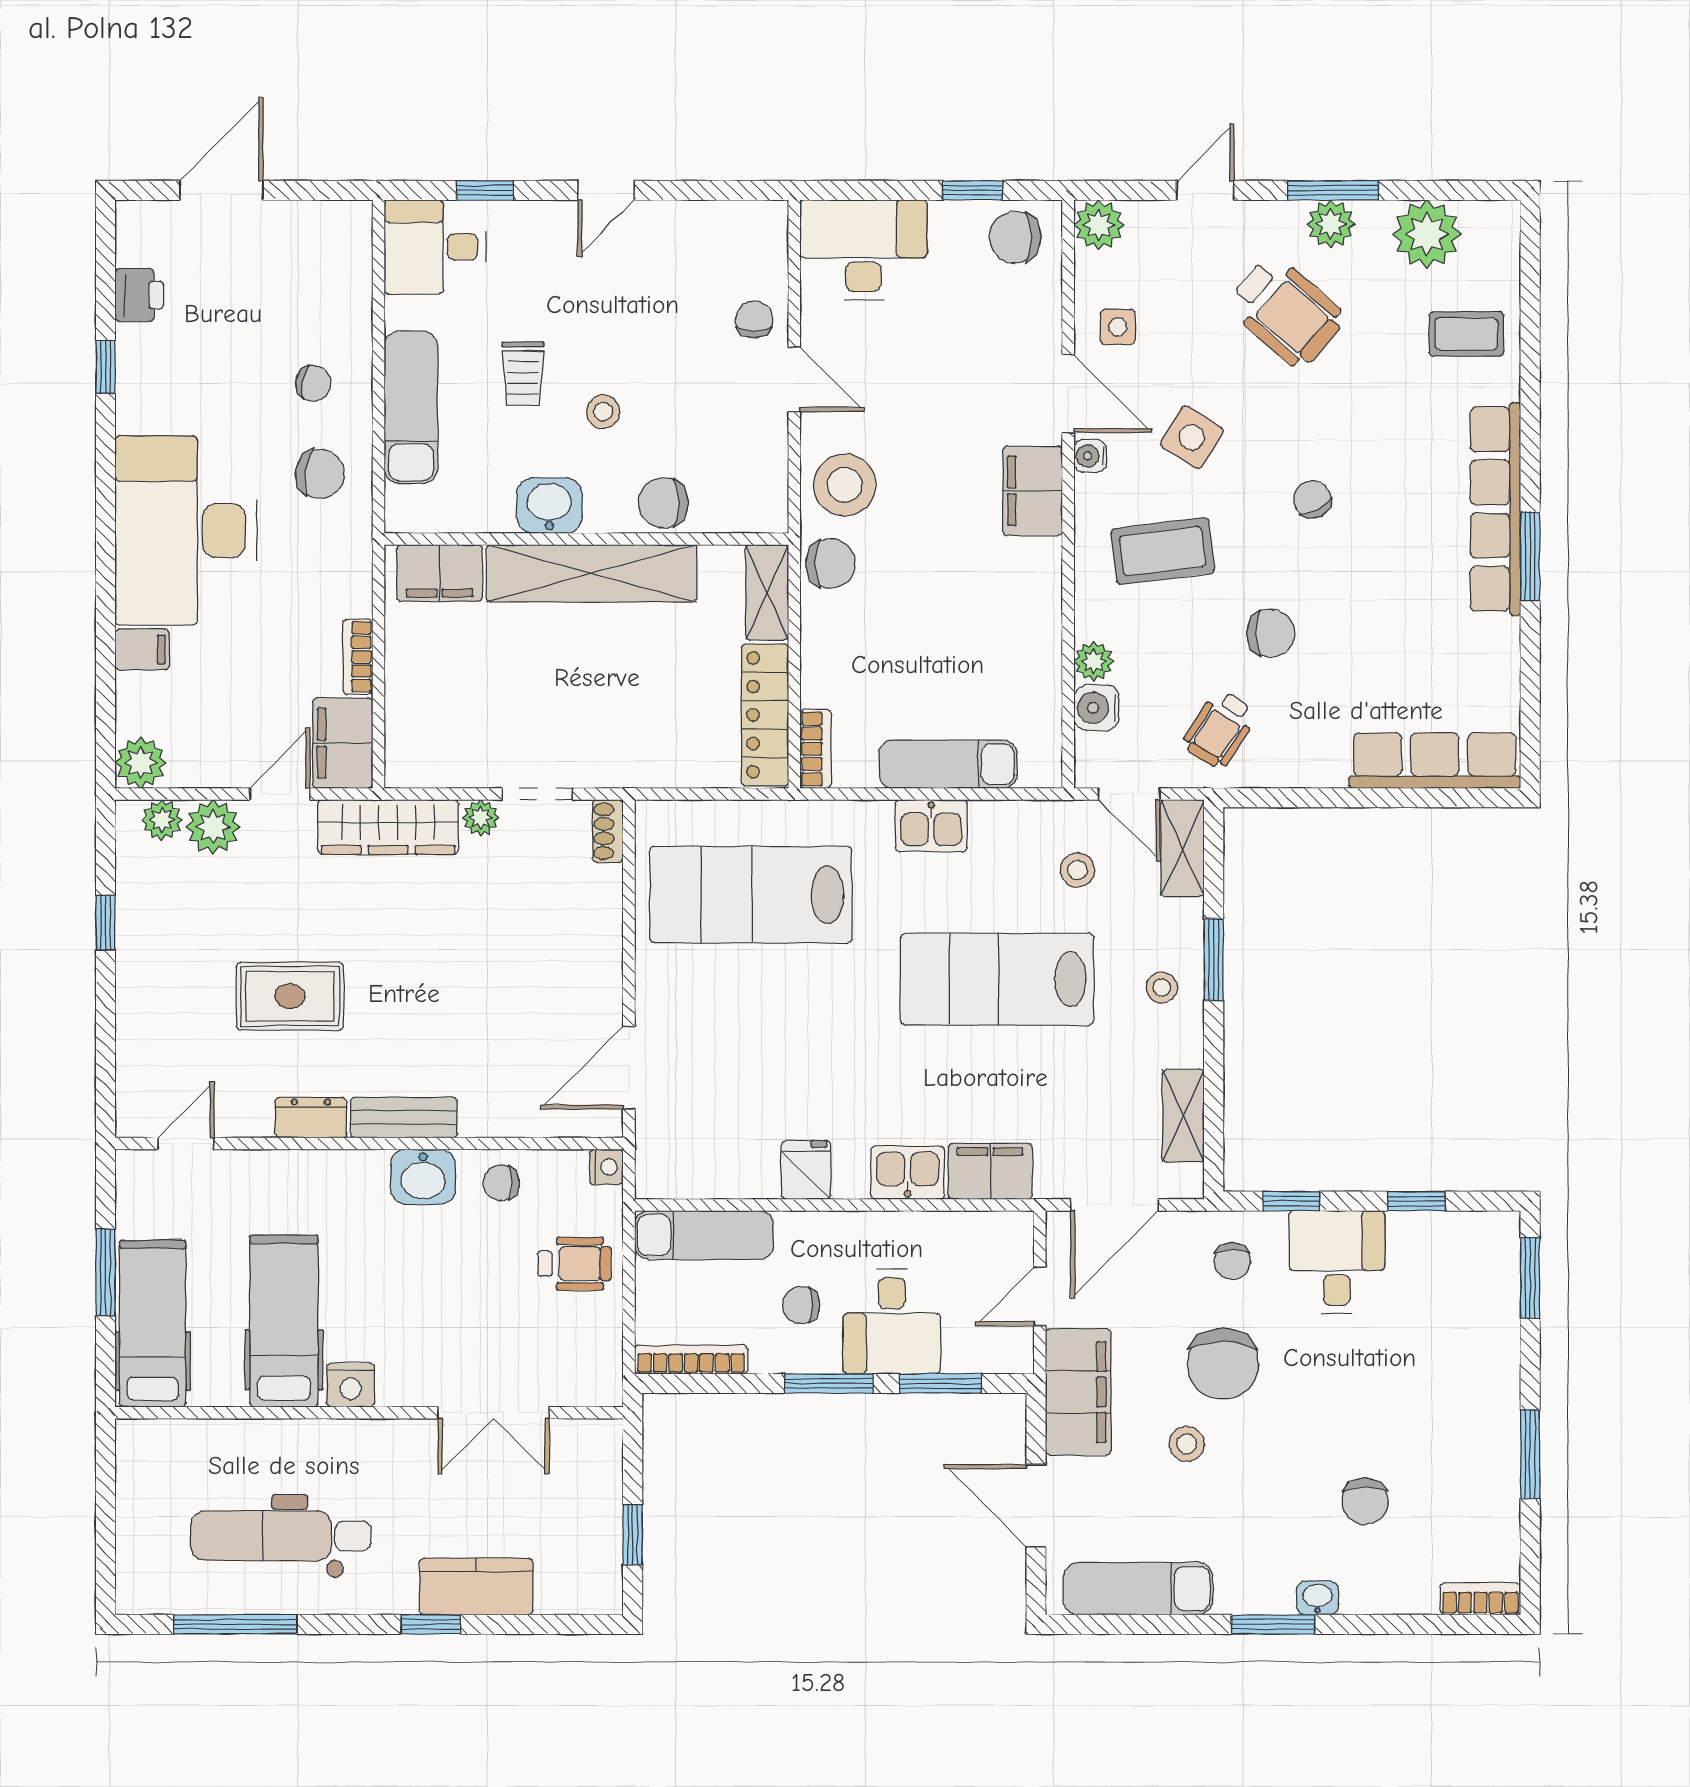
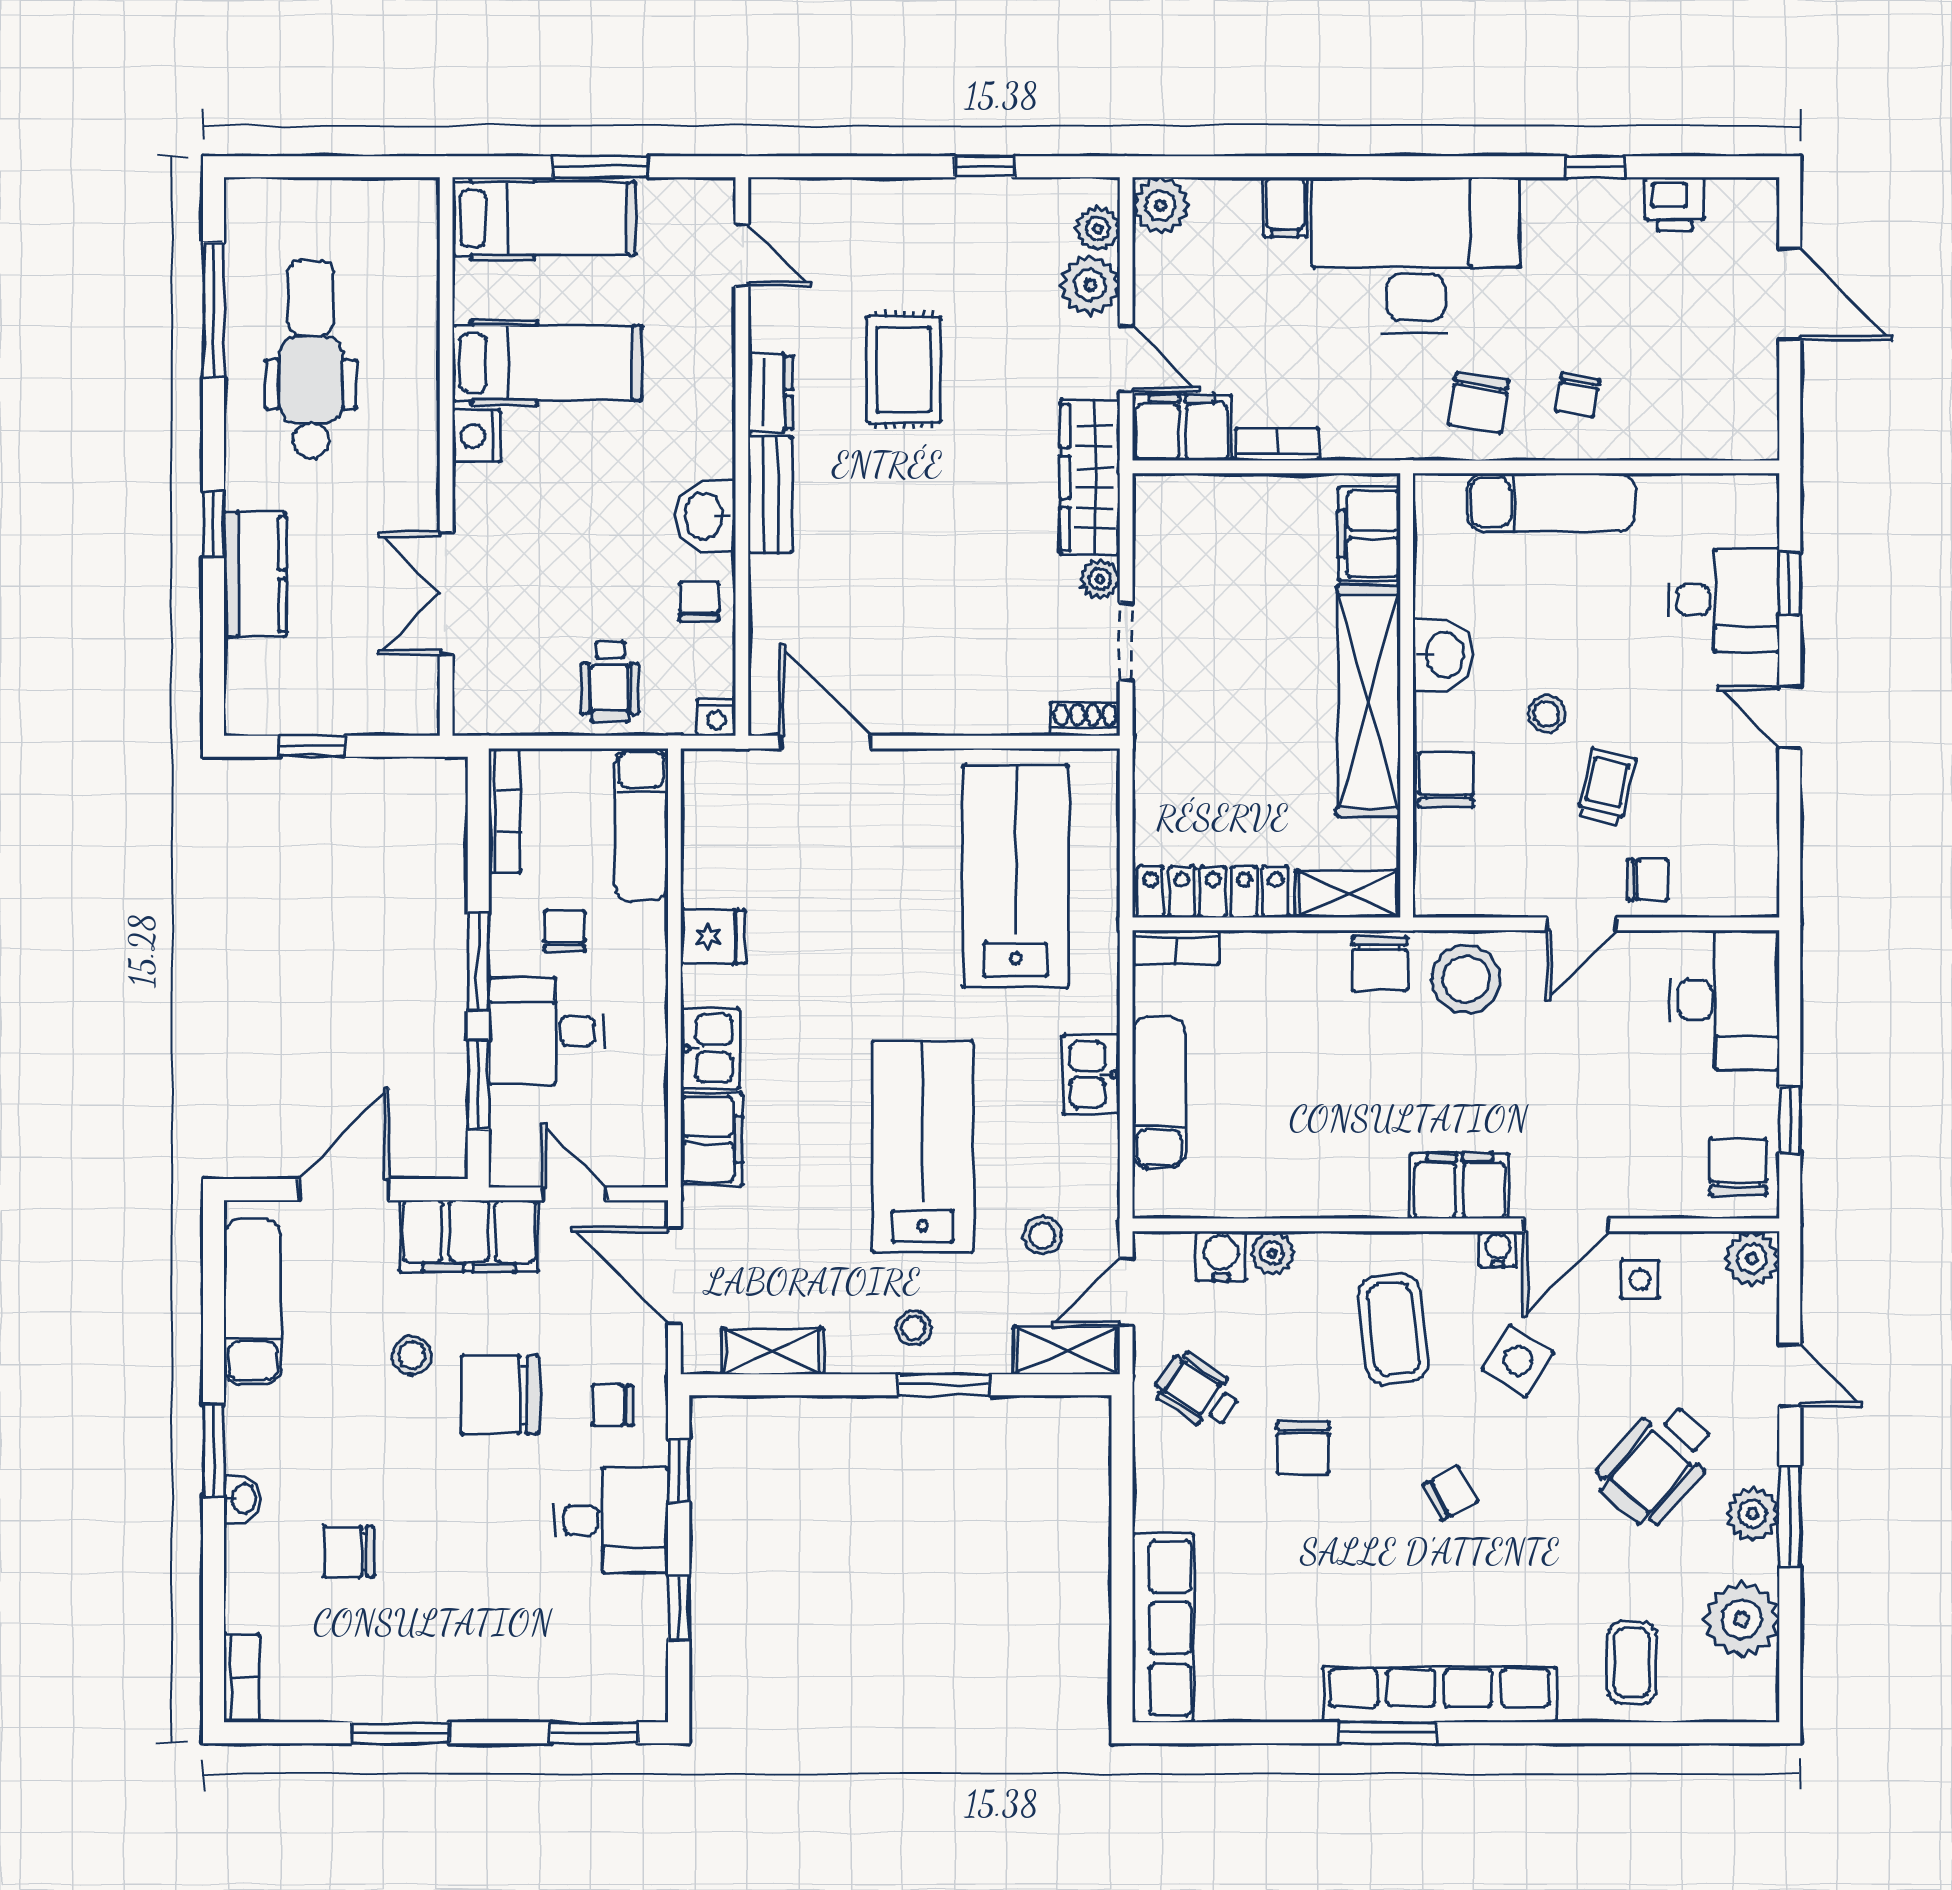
desk: (435, 247) -> (1723, 600), moved, turned 90
trolley: (523, 374) -> (1606, 787), moved, turned 103

